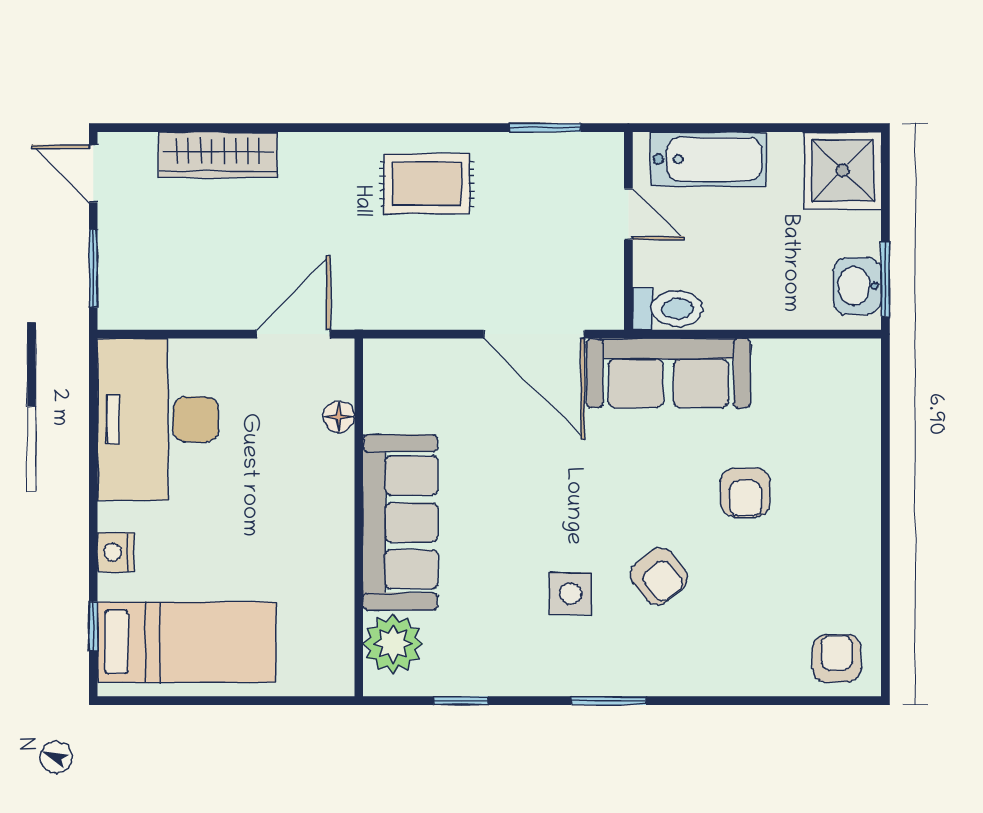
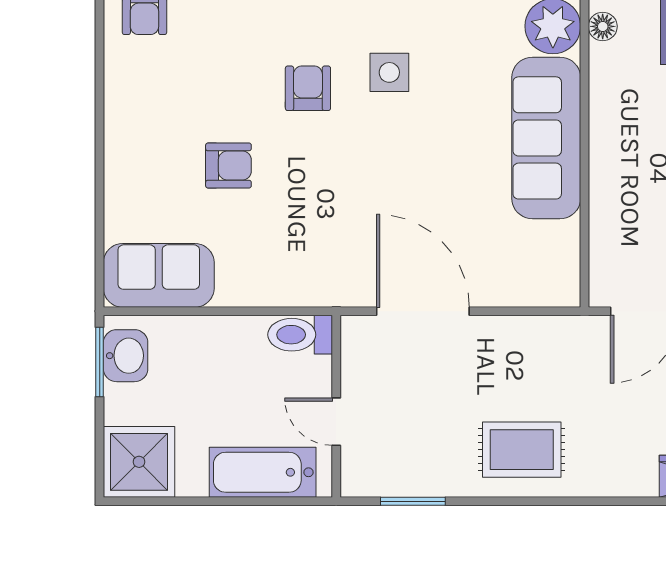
sofa: (668, 373) -> (159, 275), moved, width x0.73
floor lamp: (339, 417) -> (603, 26), moved
armchair: (745, 492) -> (228, 165), turned 90
armchair: (659, 576) -> (308, 88), turned 39

